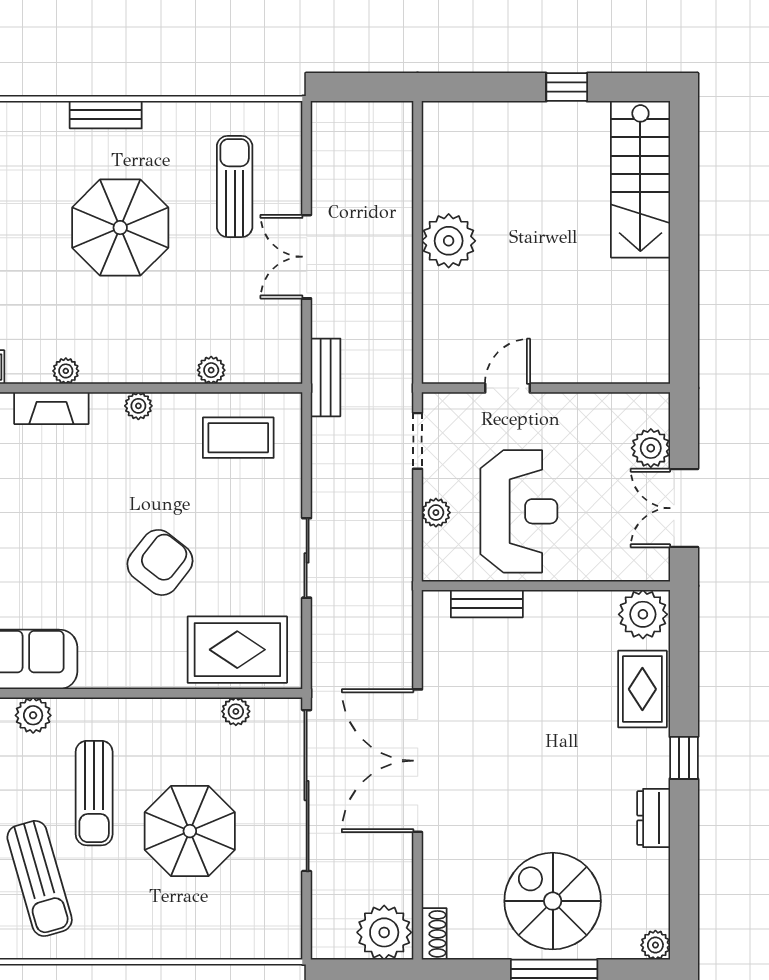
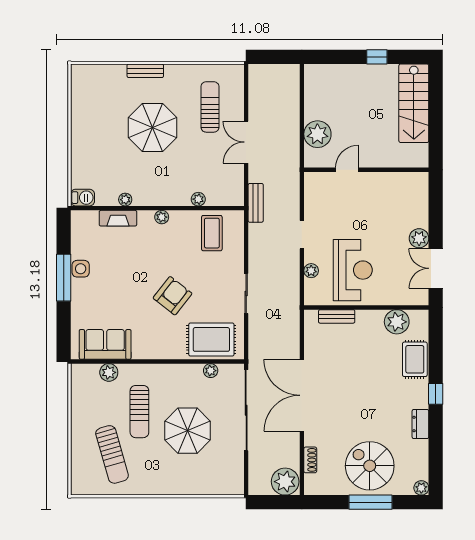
door: (507, 388) -> (347, 170), moved
wall: (546, 388) -> (366, 170), moved
coffee table: (238, 438) -> (212, 233), turned 90
plant: (643, 614) -> (397, 322), moved
shoe rack: (434, 934) -> (310, 460), moved

